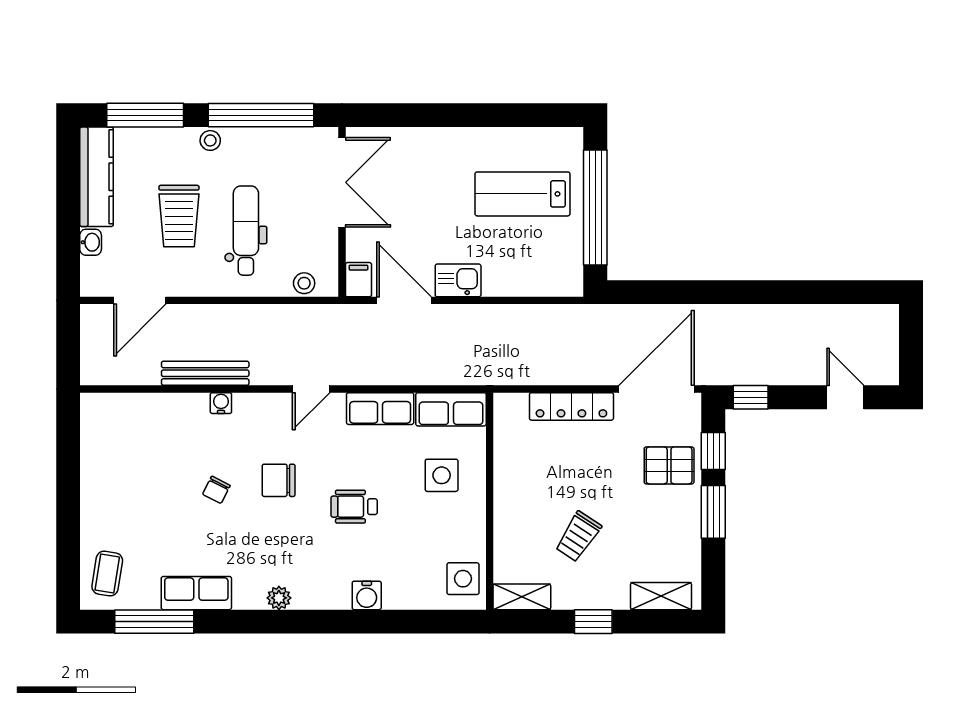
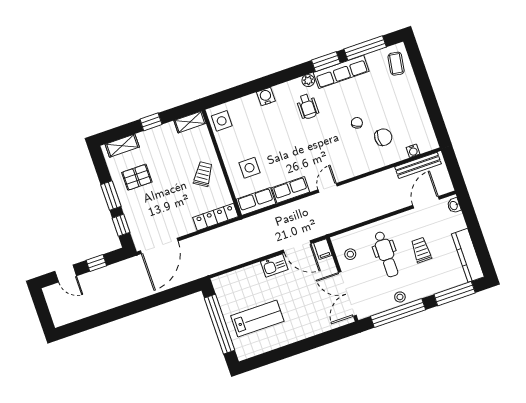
stool: (210, 140) -> (400, 297), moved
trolley: (179, 216) -> (421, 250), width x0.73, depth x0.72
washbasin: (91, 242) -> (454, 205), moved
stool: (304, 283) -> (350, 254), moved
bench: (205, 373) -> (418, 165), moved
window: (751, 397) -> (96, 263), moved
water cooler: (221, 403) -> (413, 151), moved
locker: (571, 406) -> (215, 217), moved
pallet: (669, 465) -> (137, 177), moved
chair: (279, 480) -> (383, 137), moved
wheelchair: (354, 507) -> (307, 106), moved, turned 90
trolley: (578, 537) -> (203, 174), moved
row of seats: (196, 593) -> (341, 72), width x1.48
window: (235, 622) -> (326, 62), added

